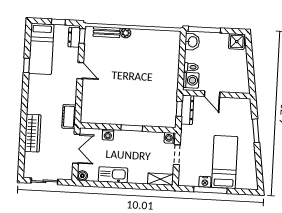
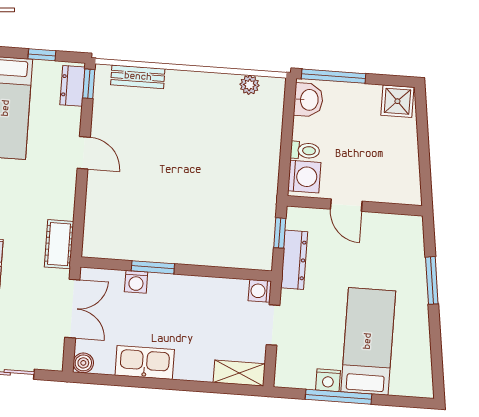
plant: (126, 33) -> (249, 85), moved
dresser: (187, 110) -> (294, 260), moved
window: (132, 128) -> (153, 267), moved

